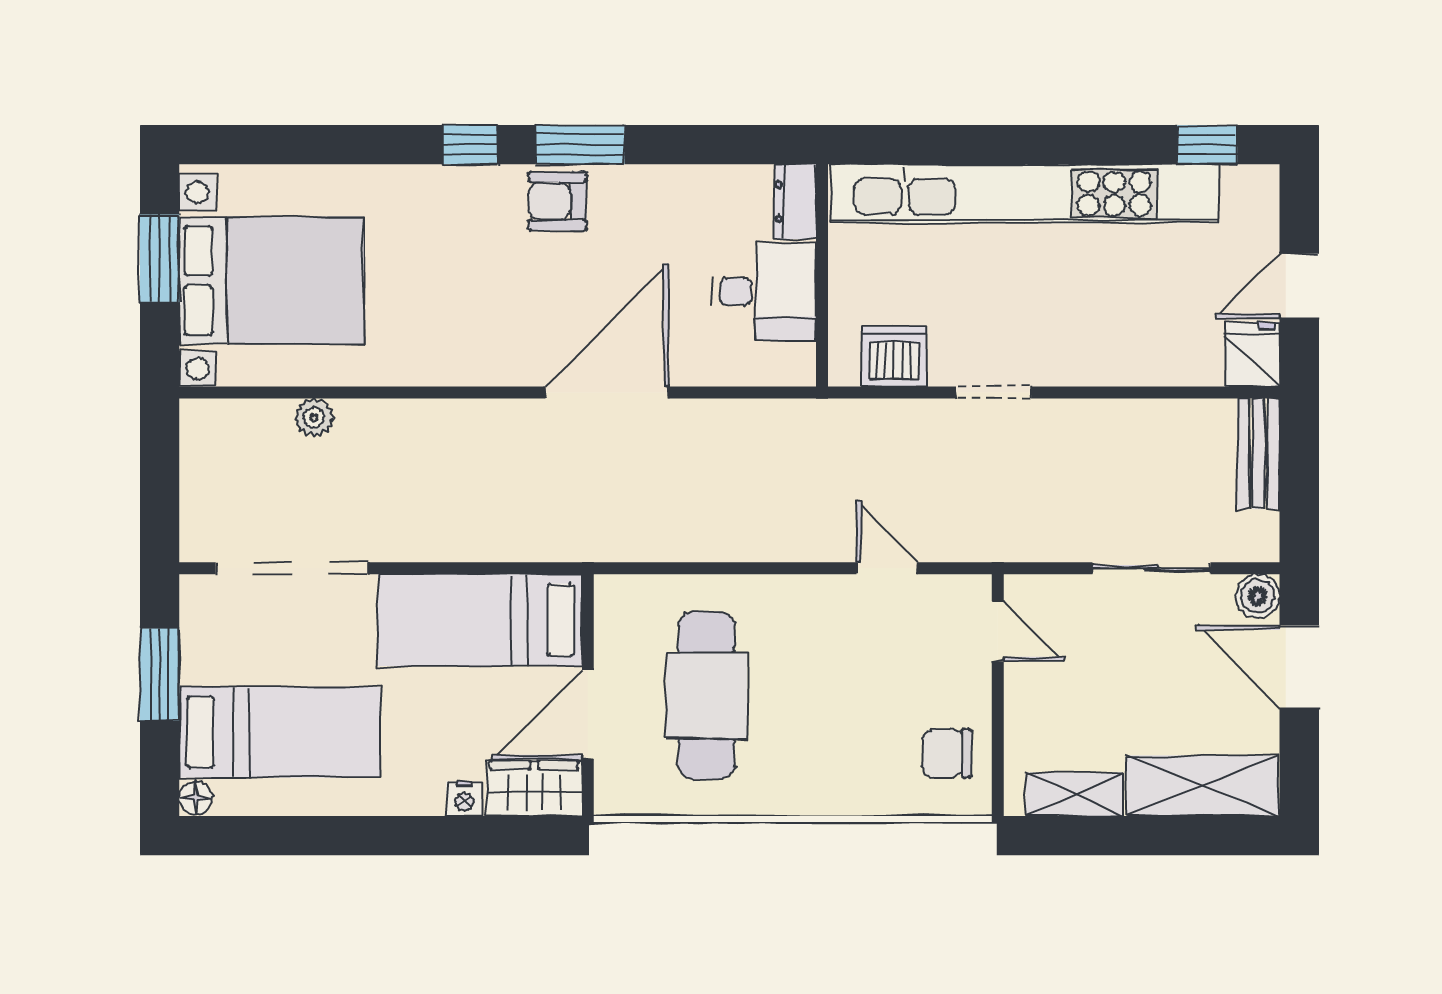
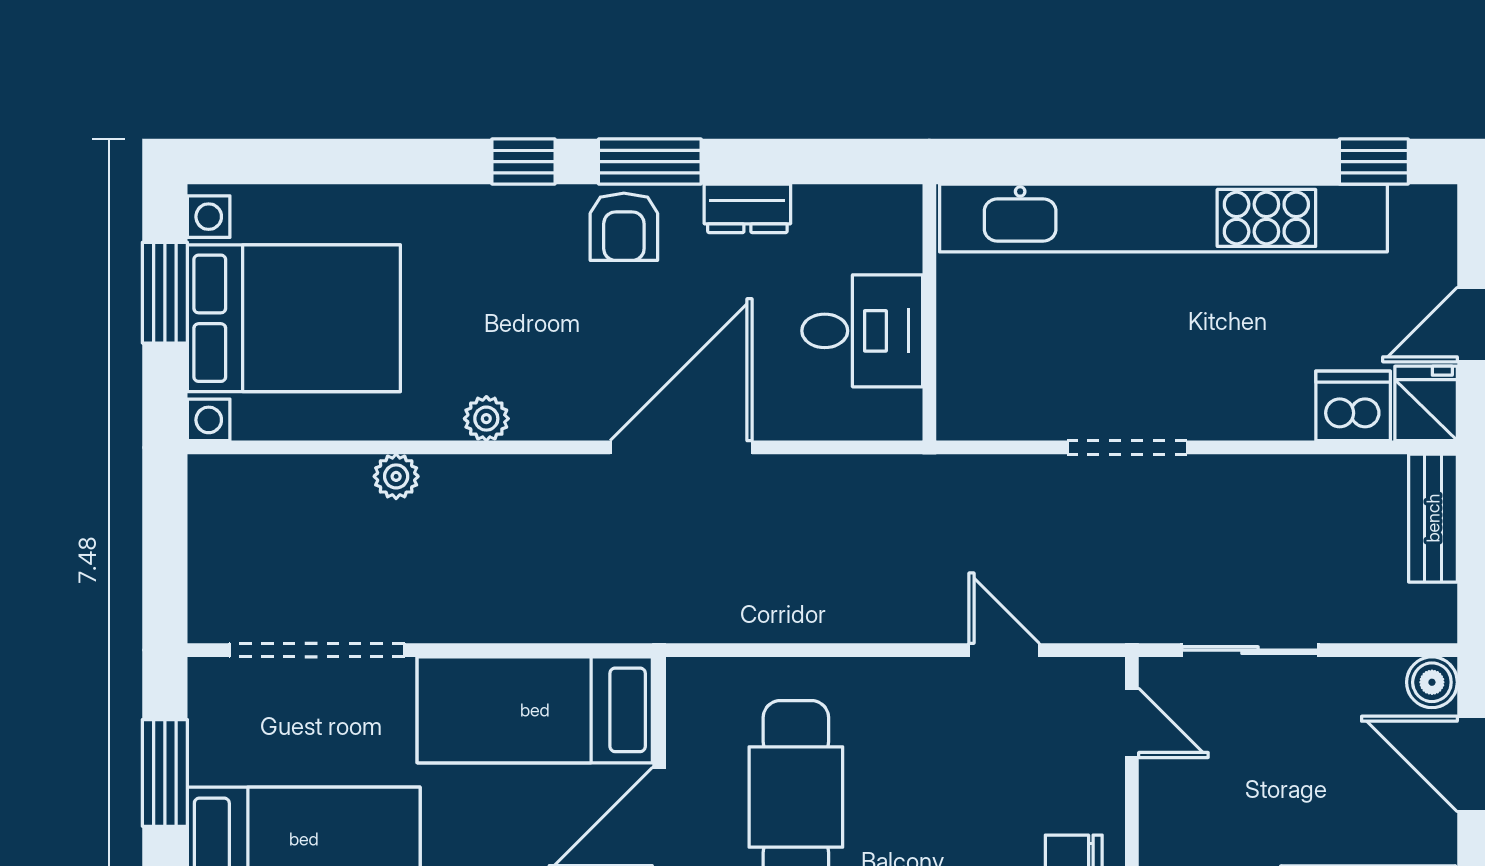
armchair: (557, 201) -> (624, 227), turned -90
dresser: (795, 202) -> (747, 208), moved, turned -90
dishwasher: (894, 356) -> (1353, 406), moved
plant: (438, 367) -> (486, 419), added
doorway: (994, 393) -> (1127, 447), width x1.38
plant: (314, 418) -> (396, 476), moved
sliding door: (1152, 568) -> (1250, 650), moved

